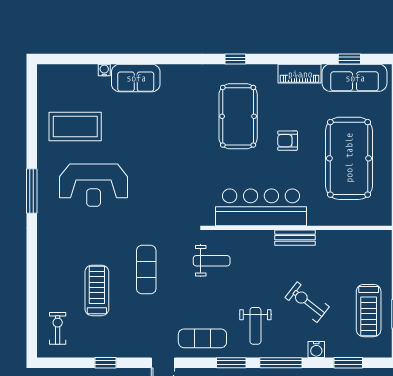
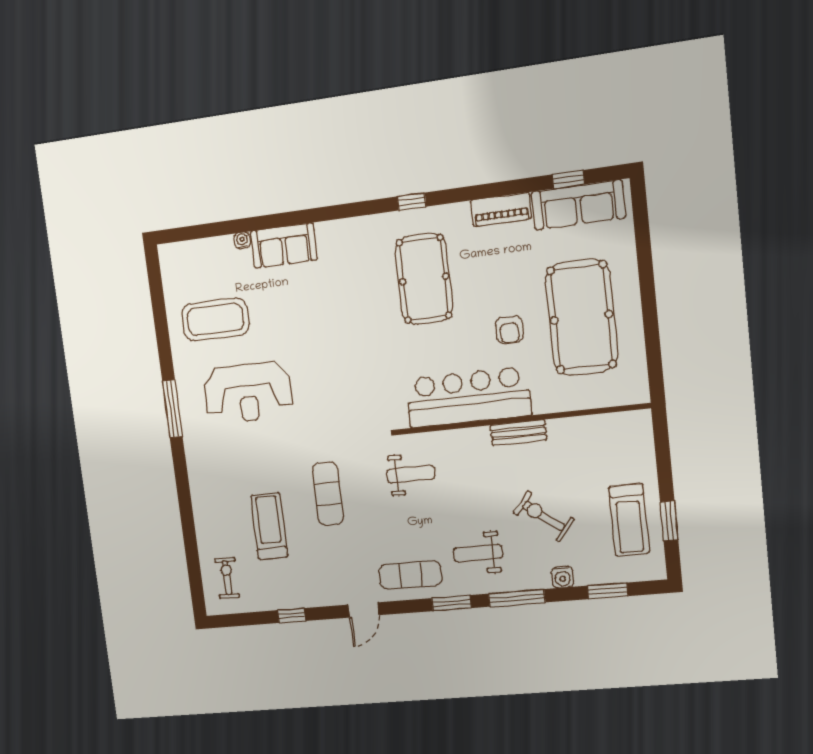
armchair: (288, 141) -> (509, 330), moved, turned -90
weight bench: (255, 326) -> (478, 553), turned 90

